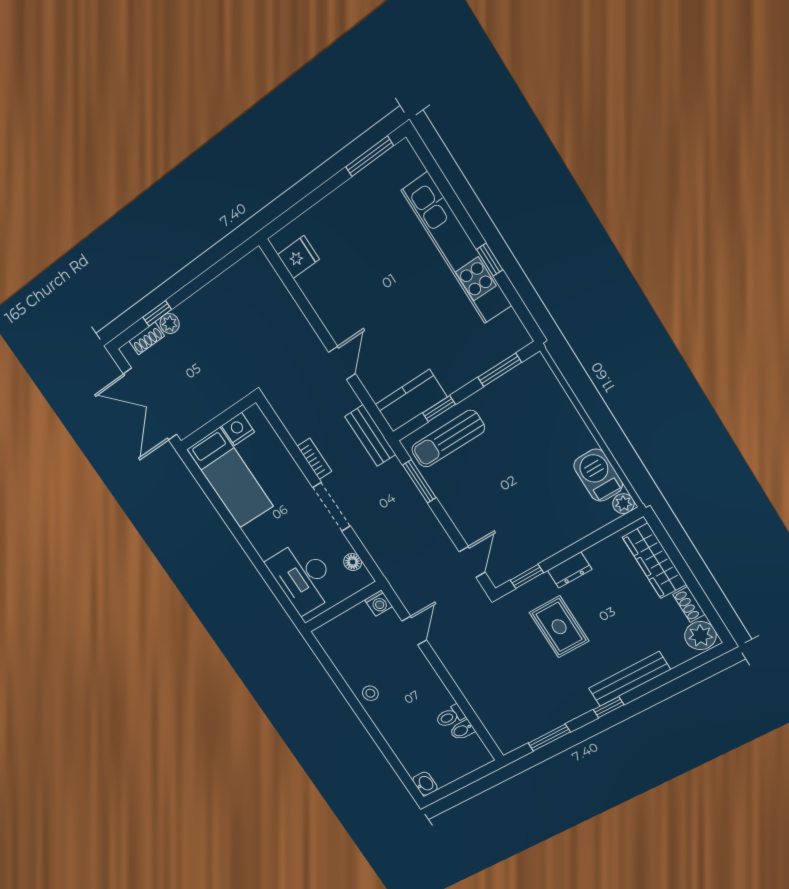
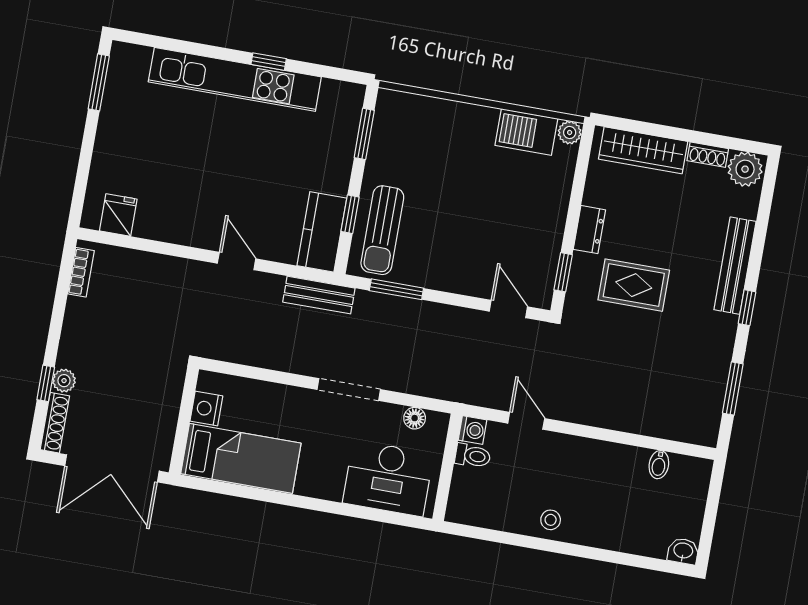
shoe rack: (147, 338) -> (55, 423), width x1.43
bookcase: (314, 459) -> (81, 272), moved, turned 90
toilet: (450, 716) -> (473, 456), moved, turned -90

